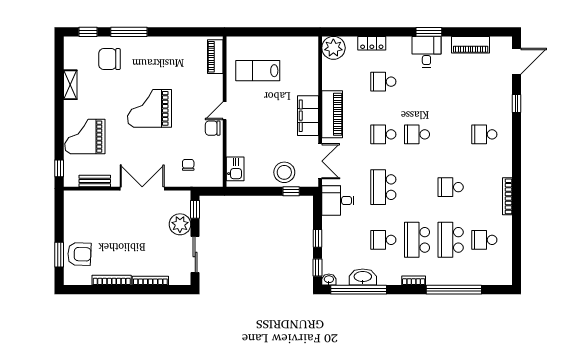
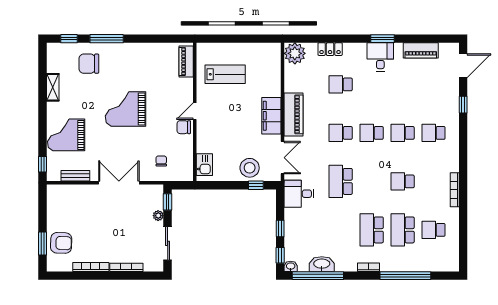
lab bench: (258, 71) -> (225, 74), turned 180
plant: (180, 224) -> (158, 216), width x0.53, depth x0.53
school desk: (383, 240) -> (403, 133), moved

